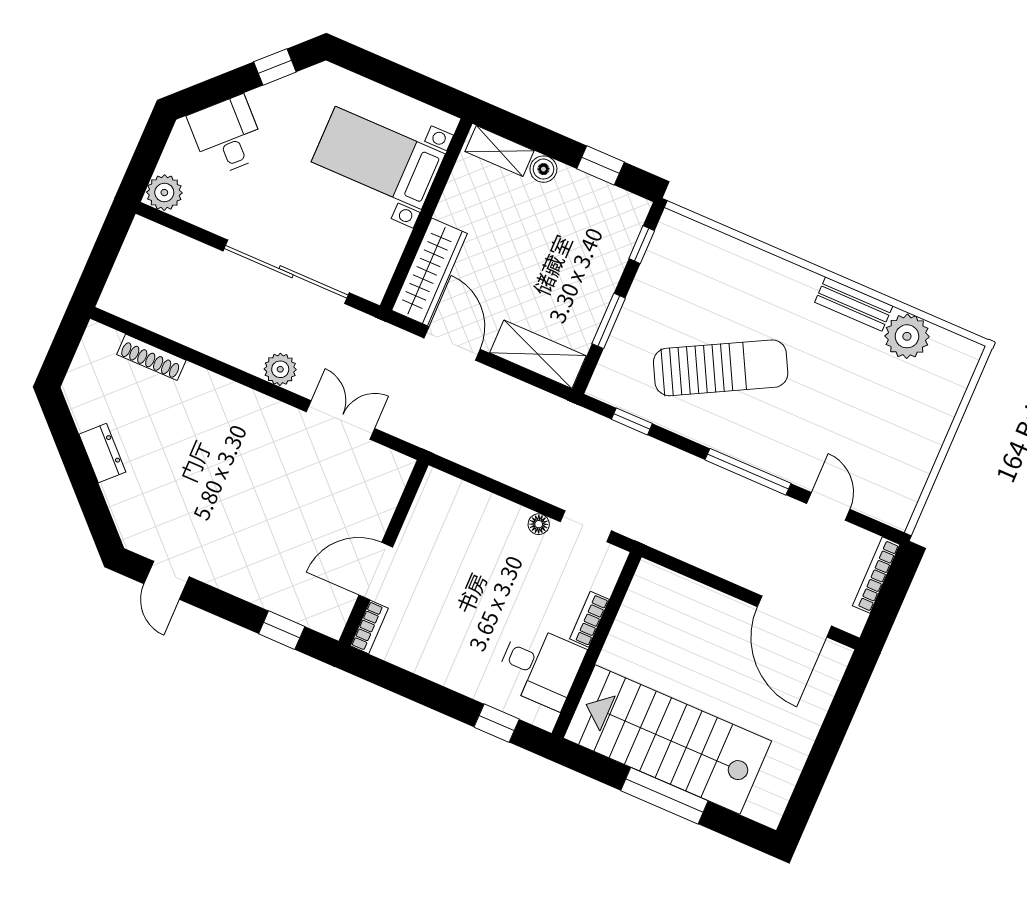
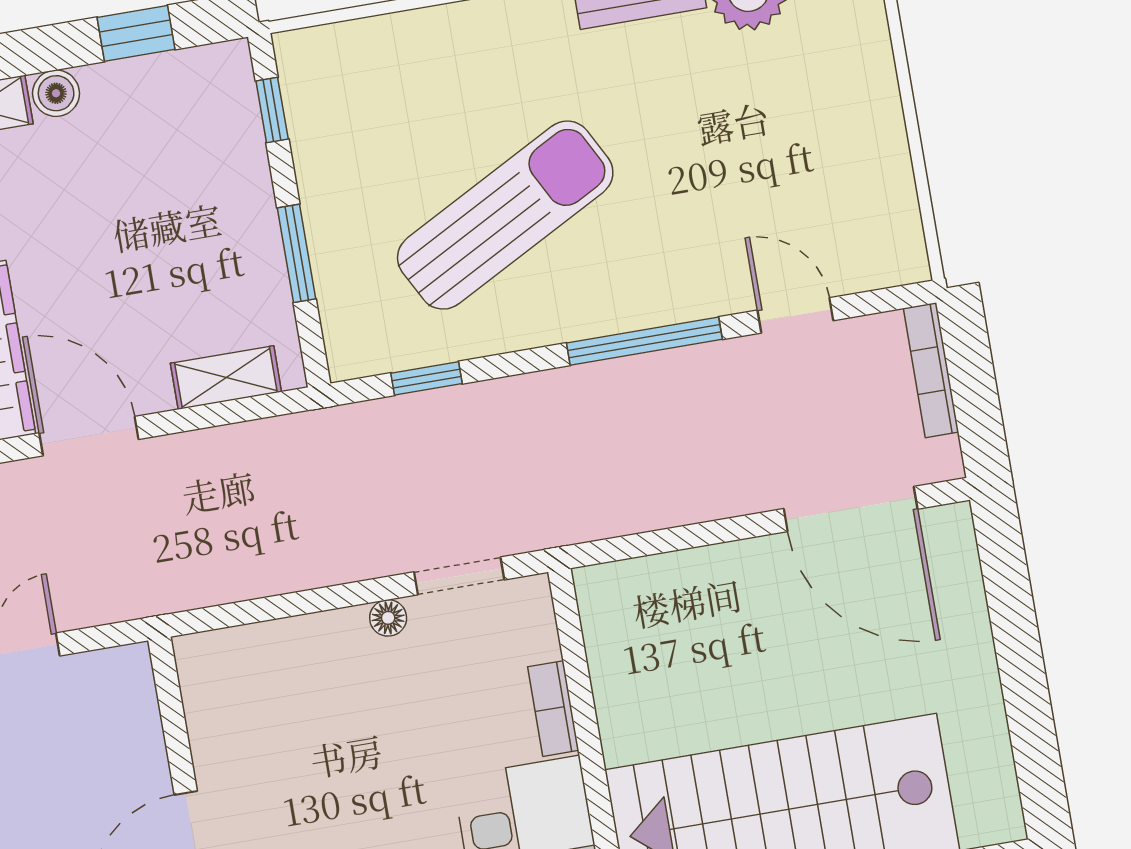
shelving: (538, 354) -> (226, 378), width x0.67, depth x0.75

